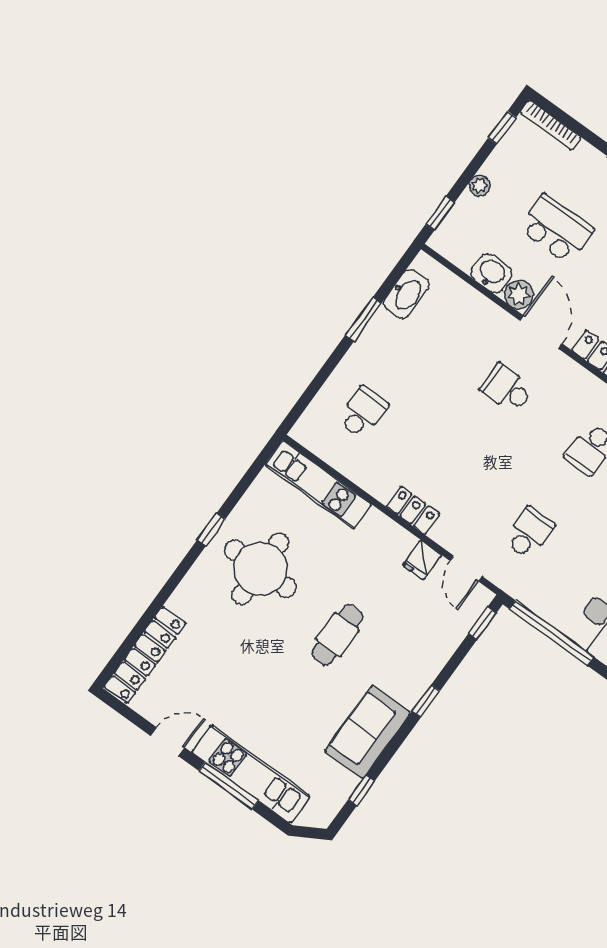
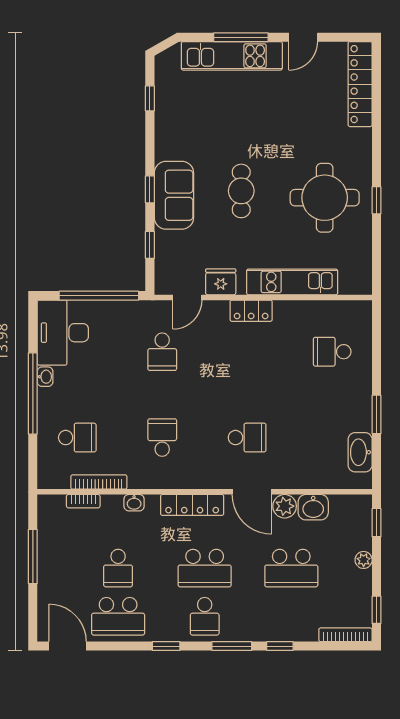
school desk: (362, 412) -> (332, 352), turned 90
kitchen unit: (318, 485) -> (292, 282), moved
fridge: (422, 560) -> (221, 282), width x1.38
door: (466, 568) -> (187, 297), swing flipped
window: (482, 623) -> (150, 245), moved
sofa: (368, 732) -> (174, 195), moved

